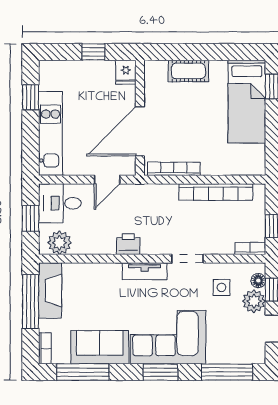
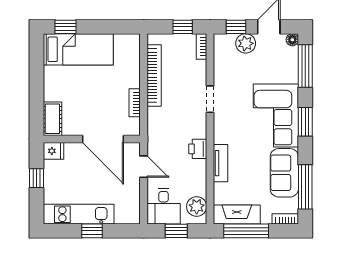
cot: (188, 71) -> (52, 119), moved
window: (31, 97) -> (92, 231), moved
kitchen unit: (50, 133) -> (79, 214), moved
bookcase: (174, 169) -> (135, 103), width x0.64
tv unit: (145, 271) -> (221, 163), moved
floor lamp: (258, 281) -> (292, 40), moved
side table: (221, 287) -> (234, 71), removed

